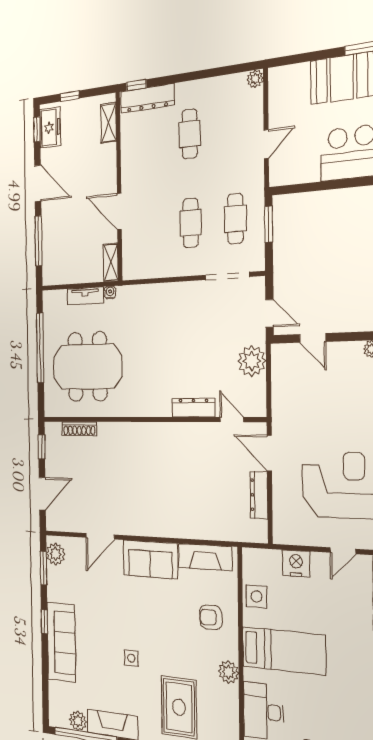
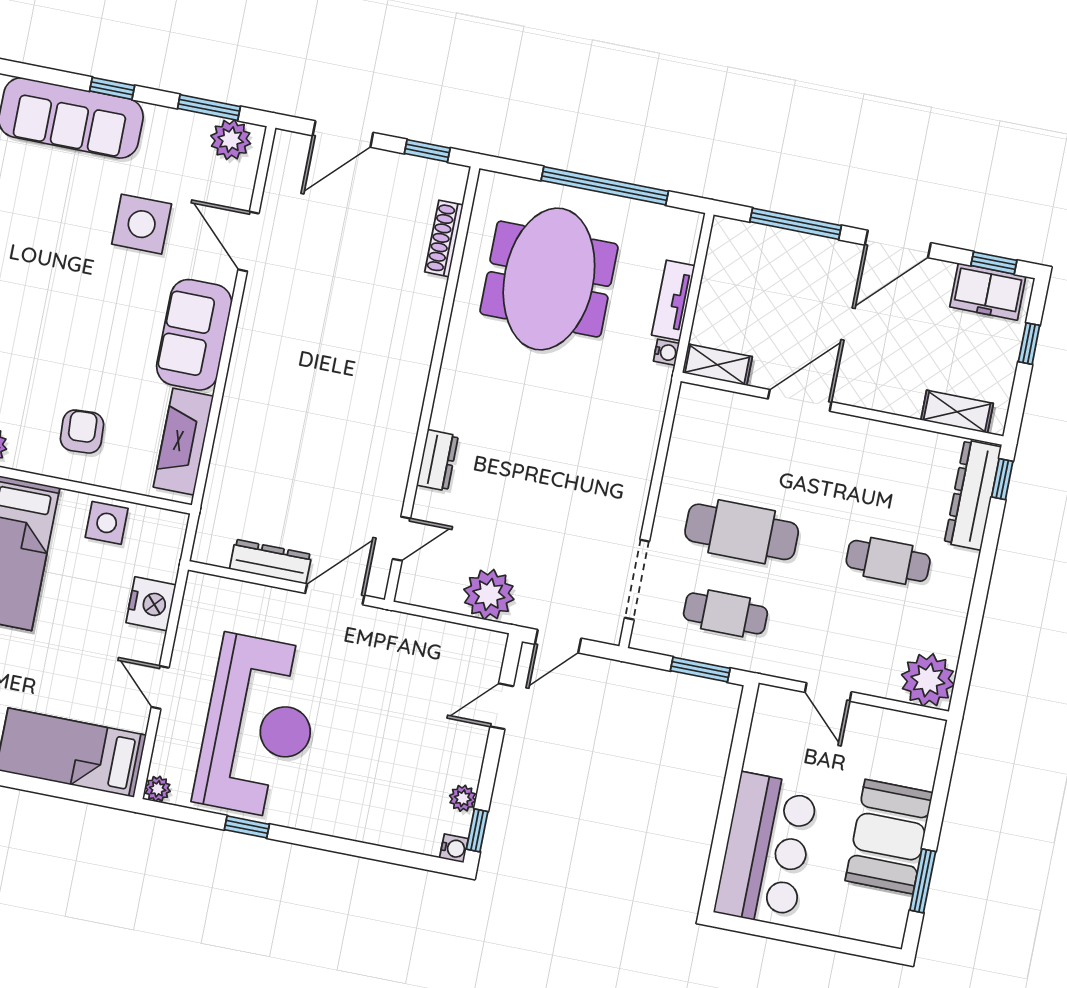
plant: (255, 79) -> (928, 680), width x1.87, depth x1.87
cafe table: (191, 223) -> (742, 532), width x1.37, depth x1.35
dresser: (193, 408) -> (437, 460), width x0.70
door: (42, 494) -> (343, 134), hinge flipped
side table: (131, 658) -> (142, 224), moved, width x1.87, depth x1.87

